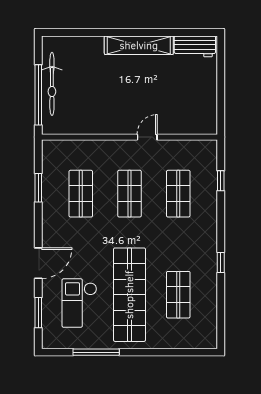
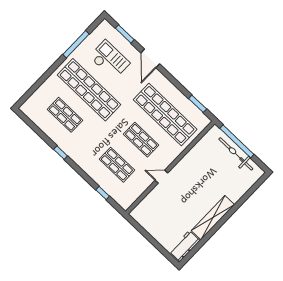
door: (147, 137) -> (161, 177), swing flipped
window: (38, 188) -> (198, 104), moved
shop shelf: (81, 194) -> (165, 115), width x2.00, depth x1.36

